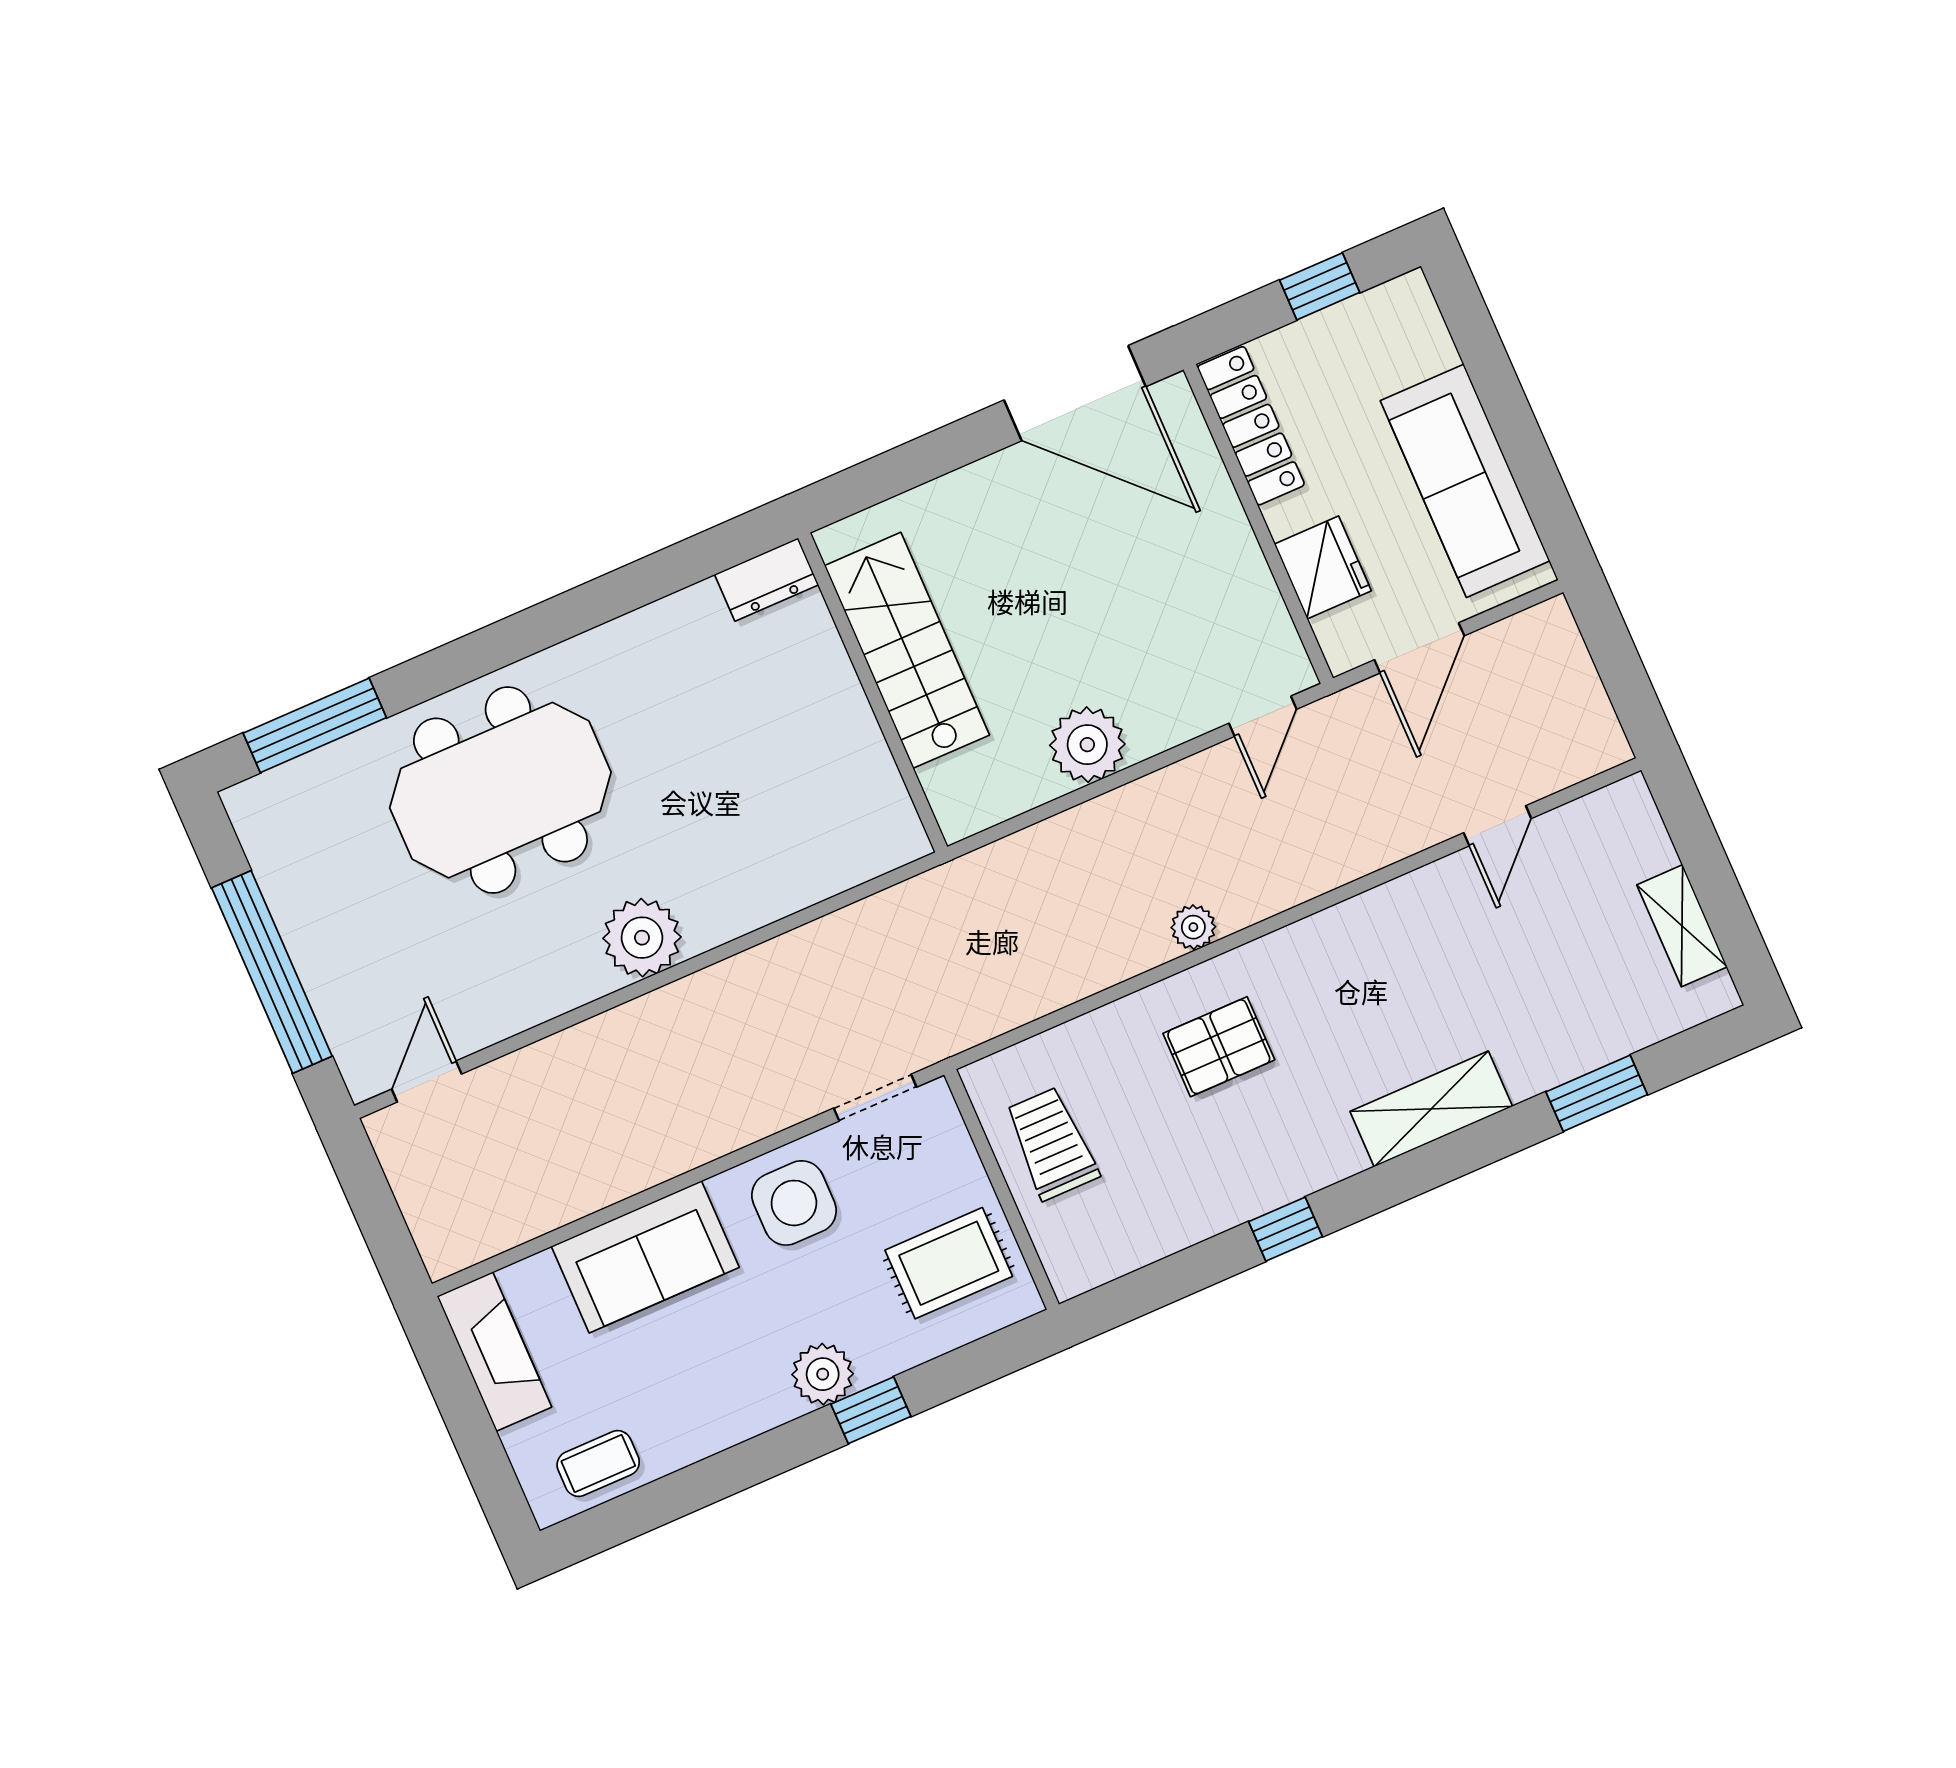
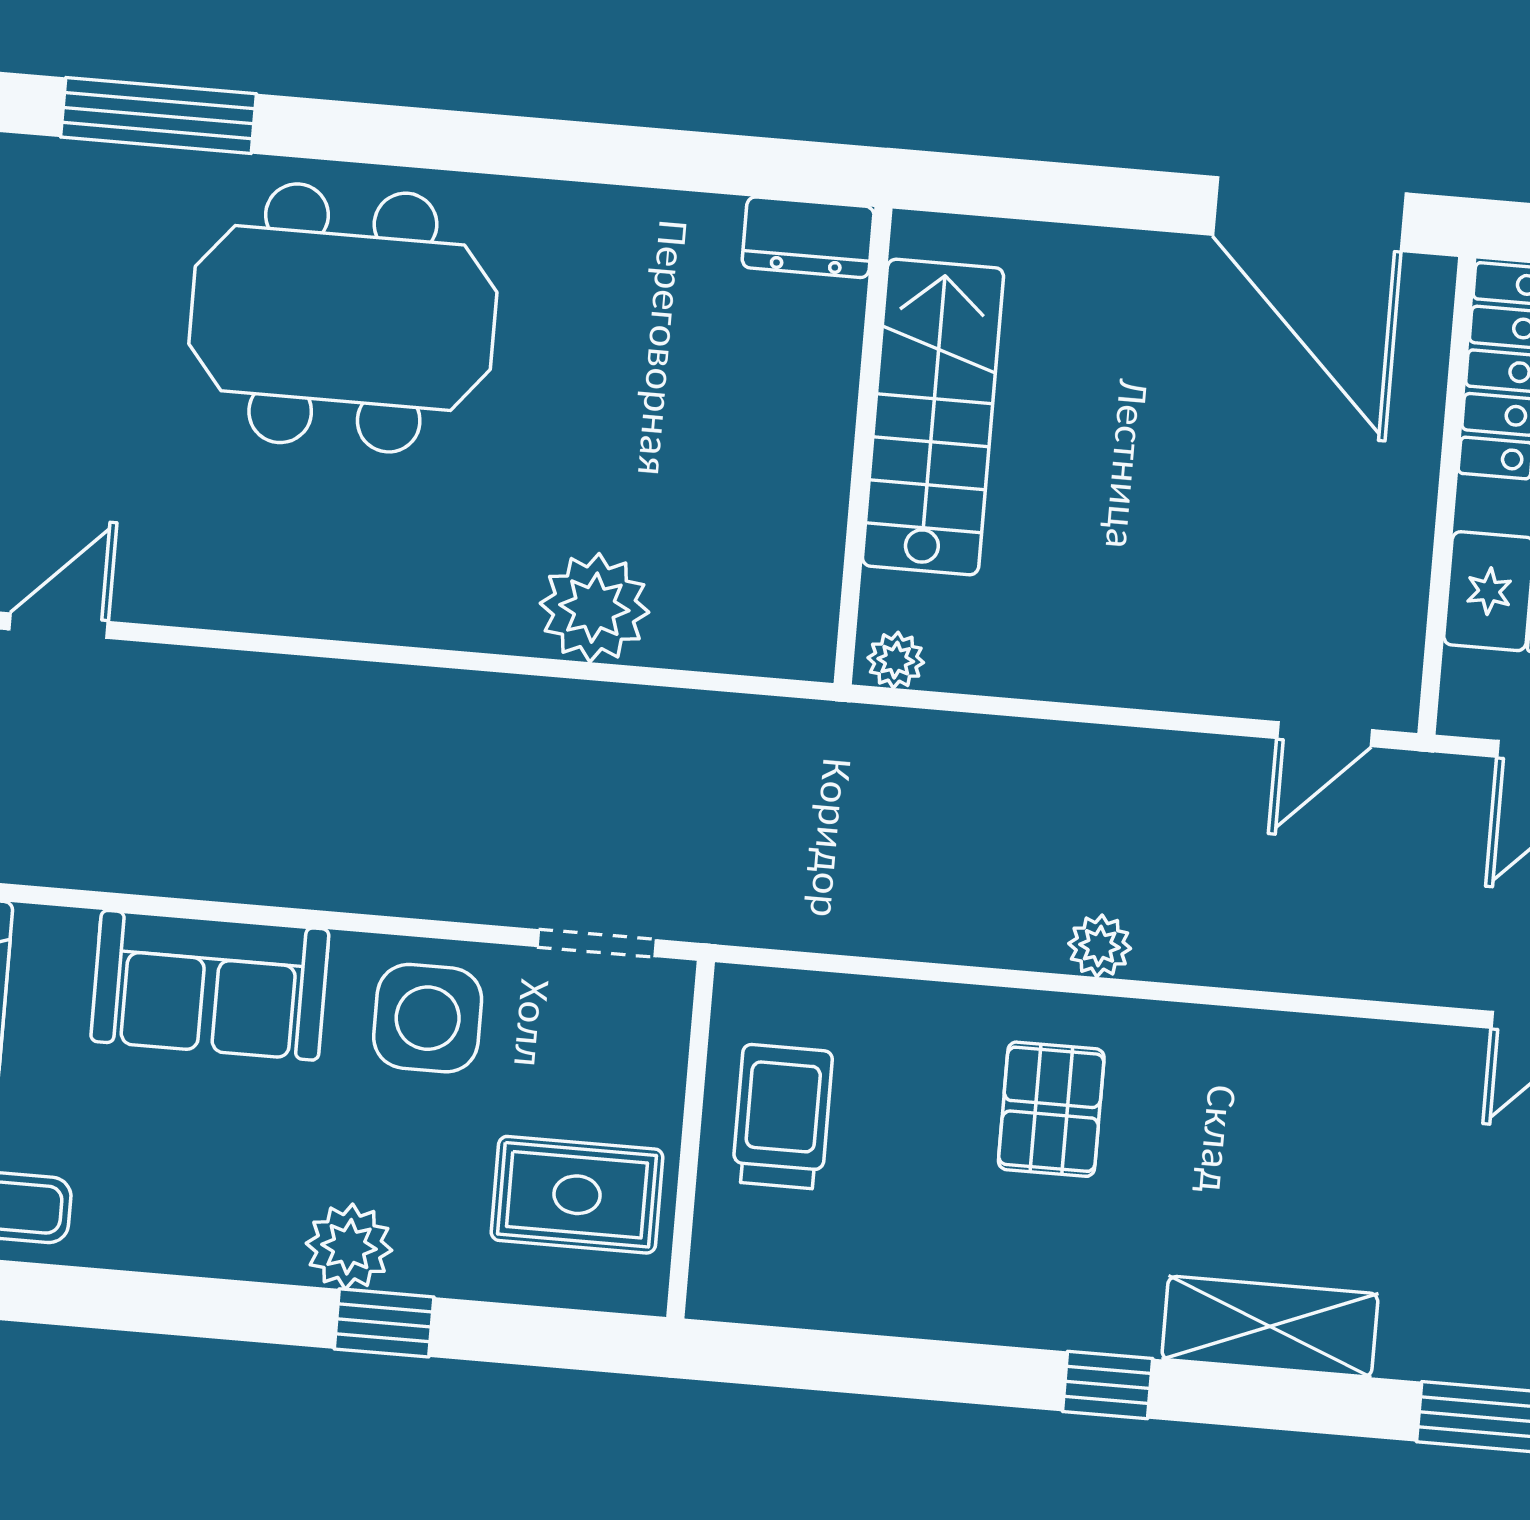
plant: (1087, 745) -> (896, 660), moved, width x0.53, depth x0.53
plant: (642, 938) -> (594, 608), moved
pallet: (1219, 1047) -> (1051, 1109), turned 90
window: (1286, 1229) -> (1108, 1385), moved

